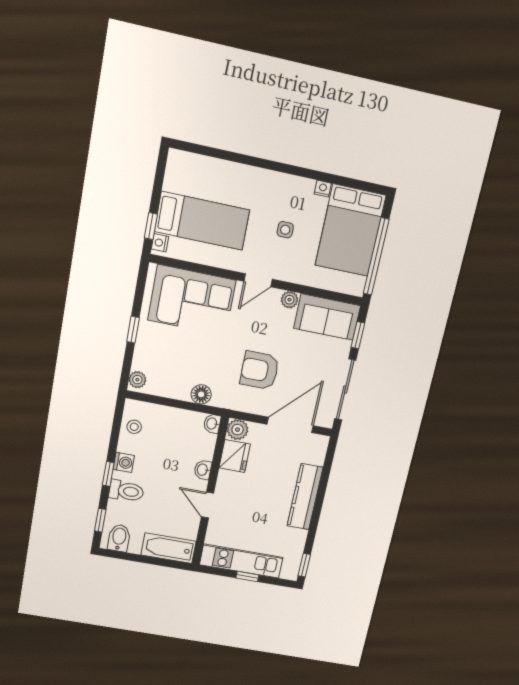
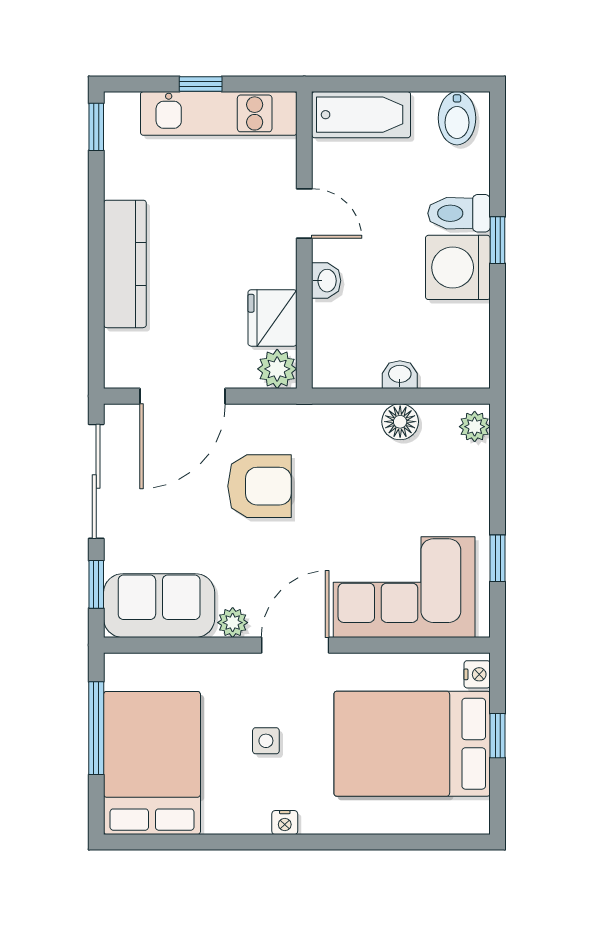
nightstand: (323, 189) -> (285, 823), moved
bed: (202, 221) -> (412, 744), width x1.50
window: (151, 226) -> (498, 736), moved
window: (376, 257) -> (96, 728), width x0.68
door: (258, 280) -> (295, 645), width x1.38
window: (133, 330) -> (498, 558), moved
floor lamp: (201, 394) -> (400, 422), moved
washbasin: (212, 424) -> (400, 375), moved, turned -90
stool: (134, 427) -> (466, 338), removed
washing machine: (124, 462) -> (458, 267), width x1.89, depth x1.89
window: (100, 520) -> (498, 147), removed

